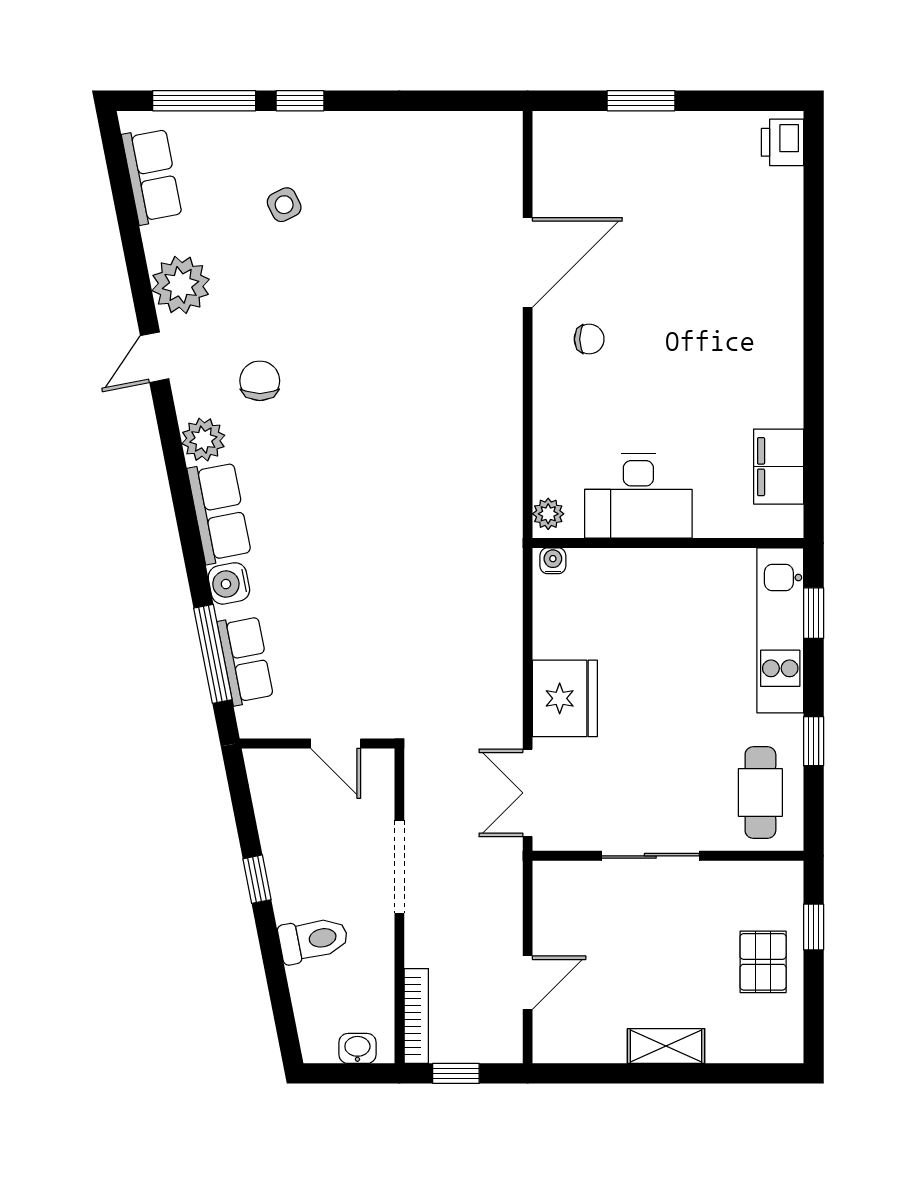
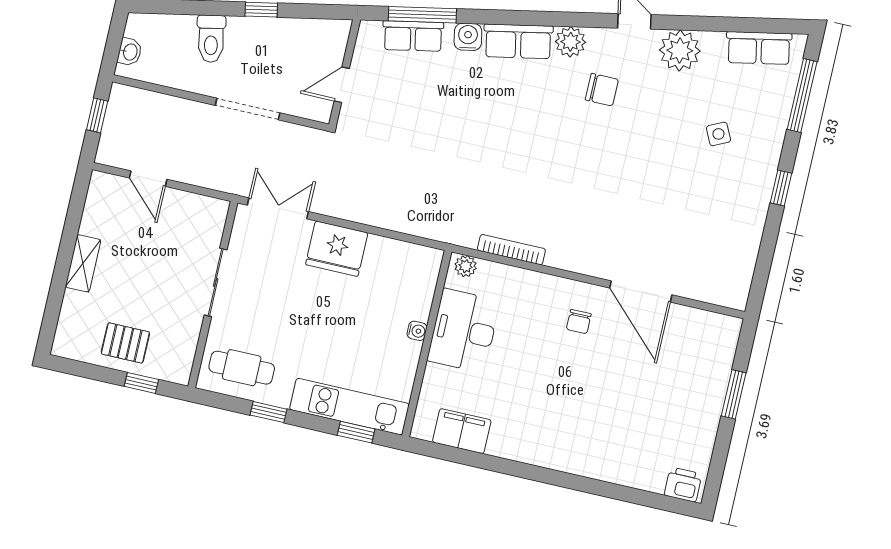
window: (300, 101) -> (781, 188), moved
water cooler: (553, 561) -> (417, 331), moved
bookcase: (416, 1016) -> (511, 250), moved, turned 180

